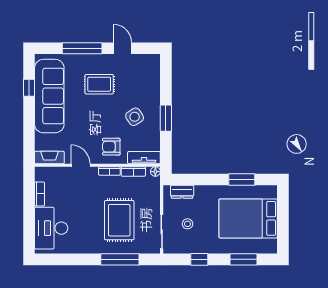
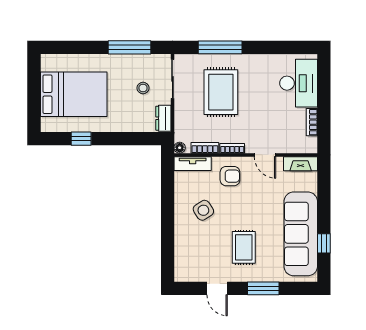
window: (82, 48) -> (263, 288), width x0.69
rug: (99, 84) -> (244, 247), turned 90
window: (166, 118) -> (168, 209), removed
window: (242, 180) -> (81, 139), width x0.67
dresser: (182, 192) -> (163, 118), moved, turned -90
window: (199, 259) -> (130, 47), width x2.17
window: (243, 259) -> (79, 47), removed

